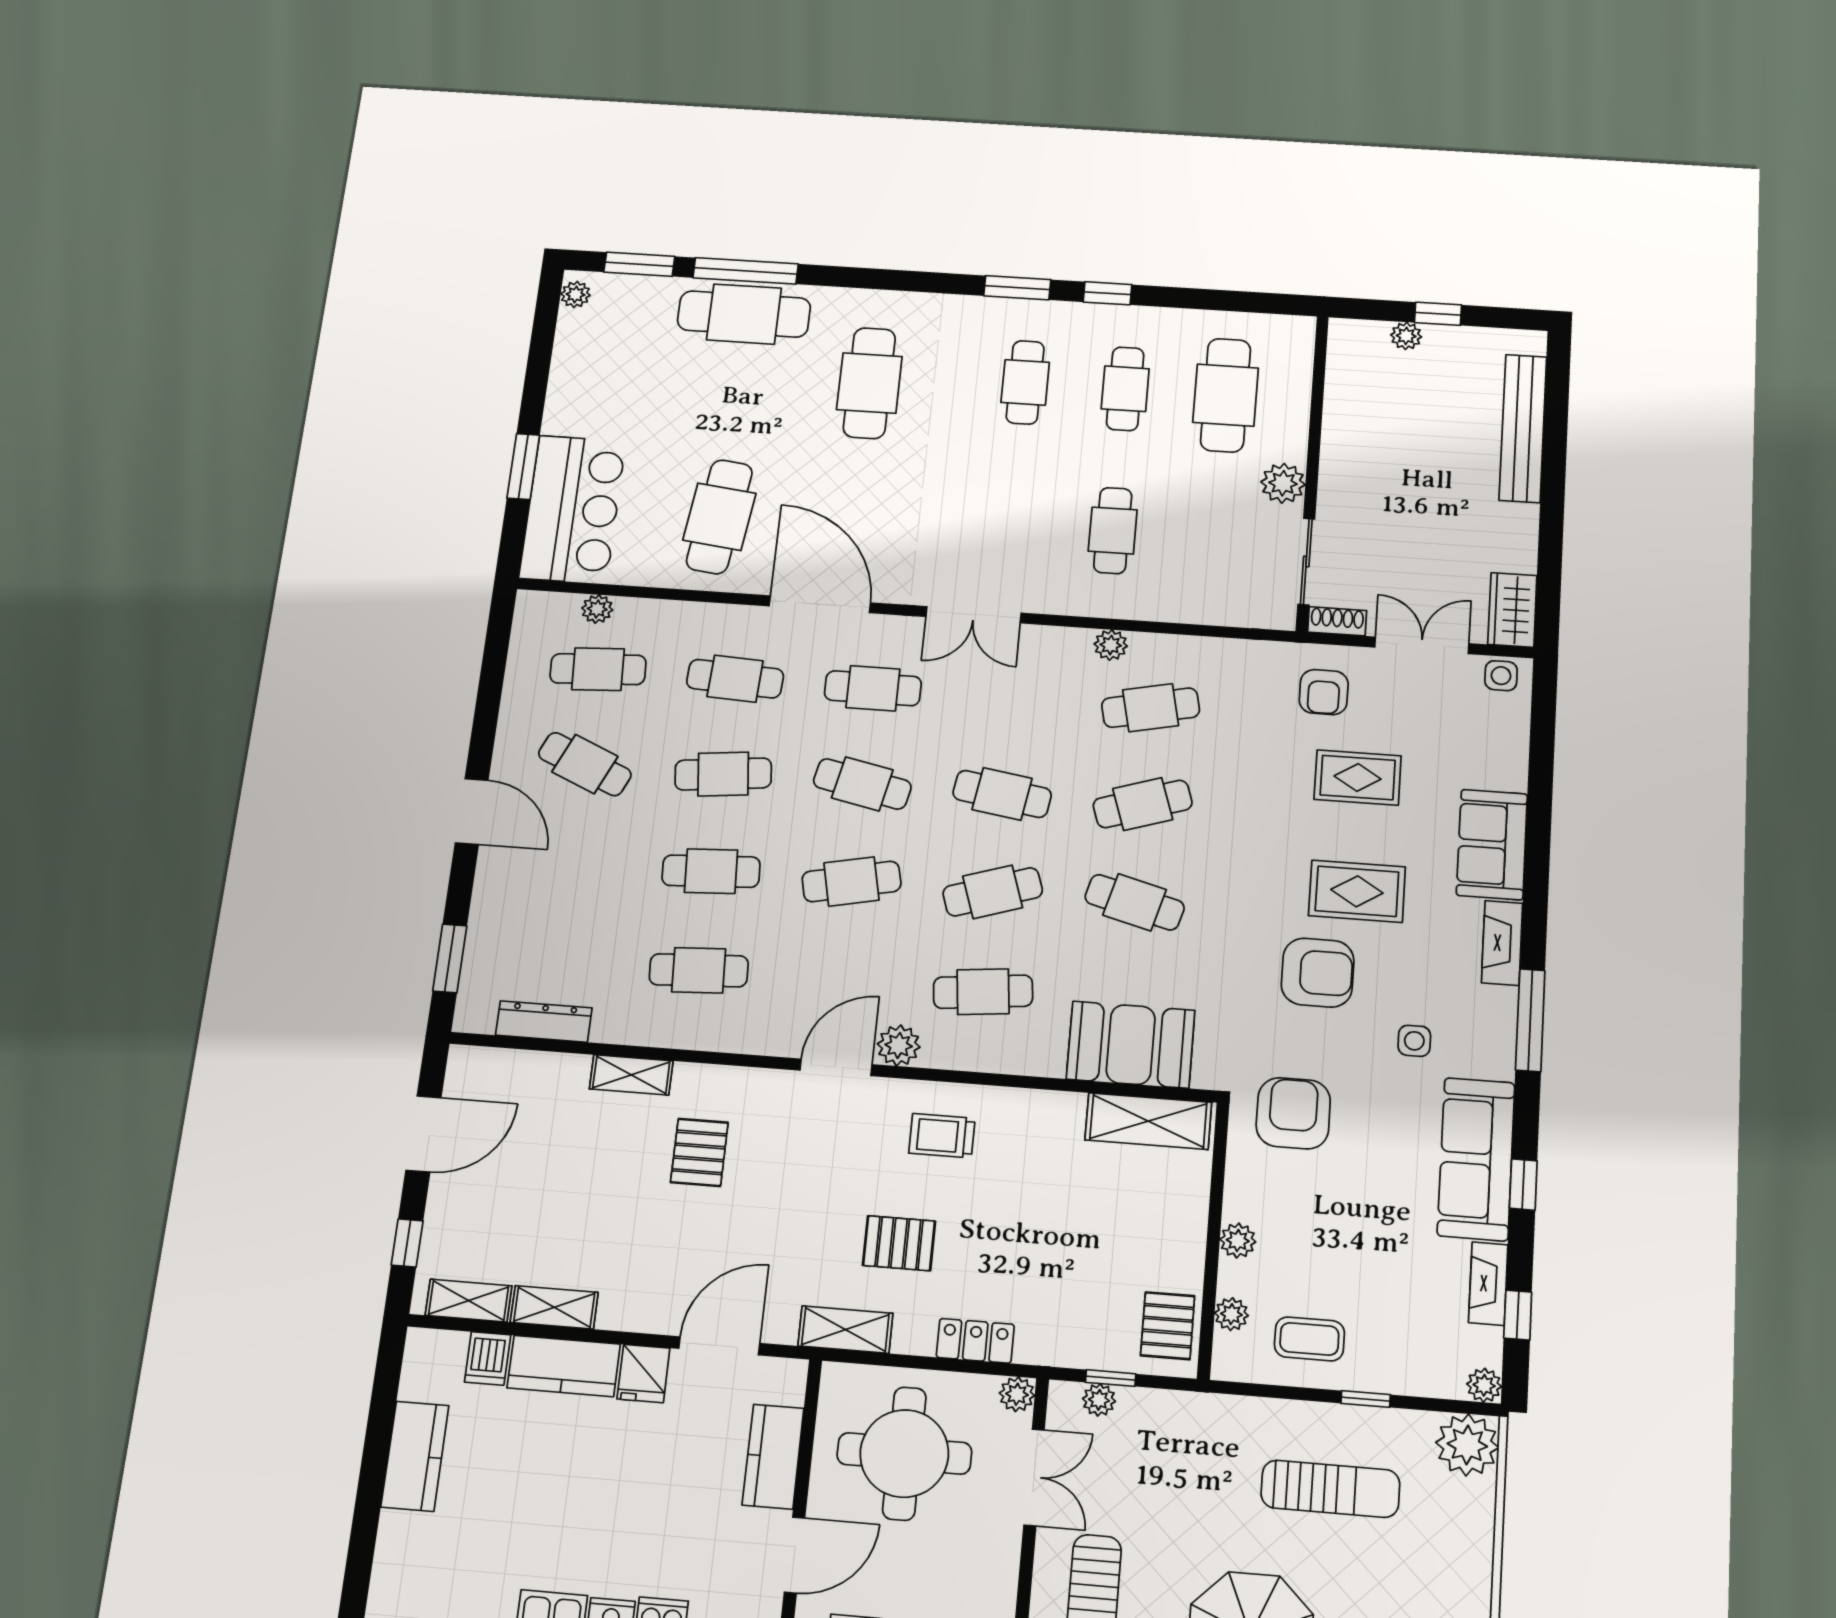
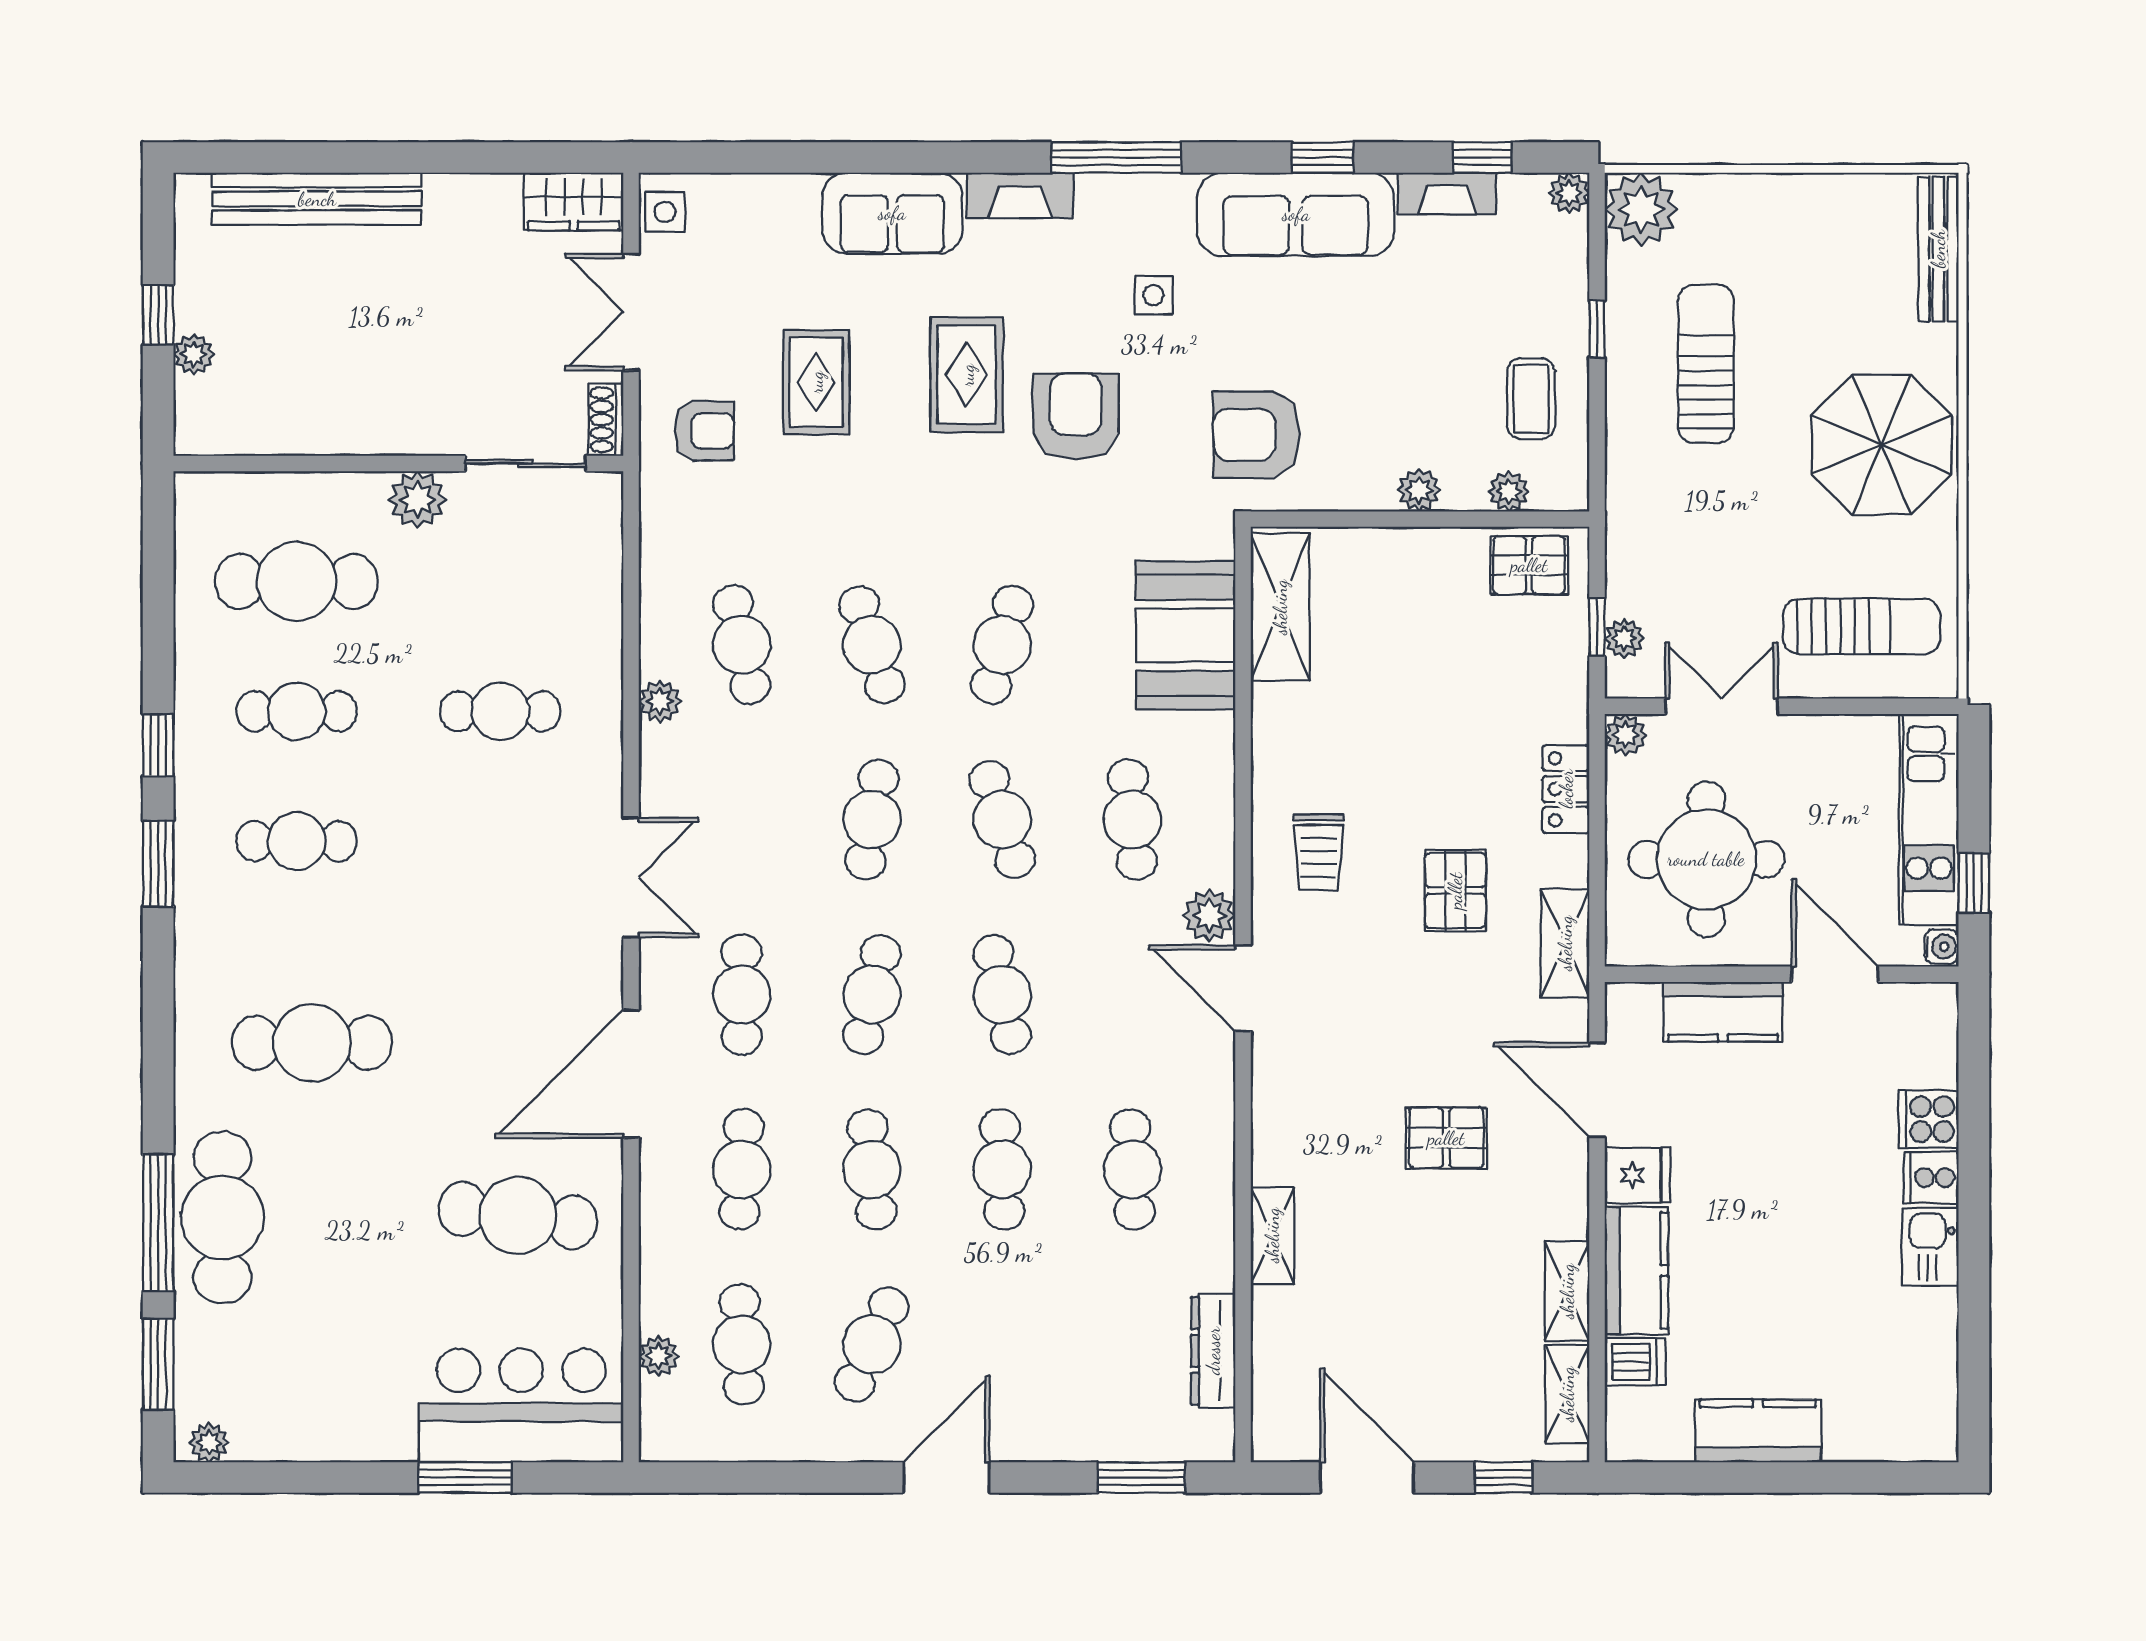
pallet: (699, 1152) -> (1446, 1138), moved

